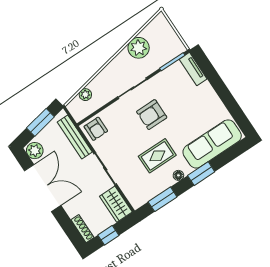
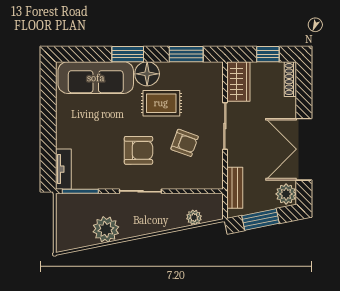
armchair: (96, 129) -> (185, 143), moved, turned 110
bench: (75, 137) -> (235, 188), width x0.73
floor lamp: (178, 175) -> (147, 74), width x1.89, depth x1.89

